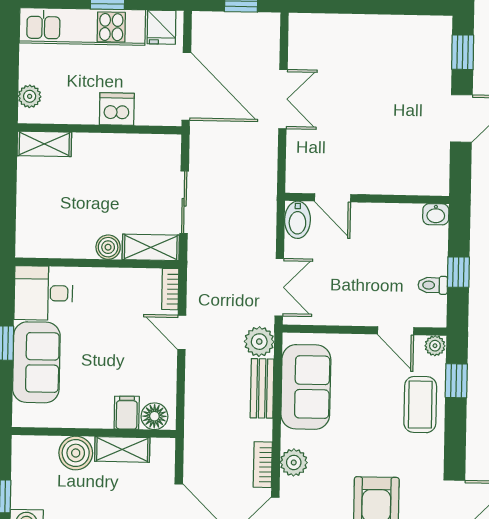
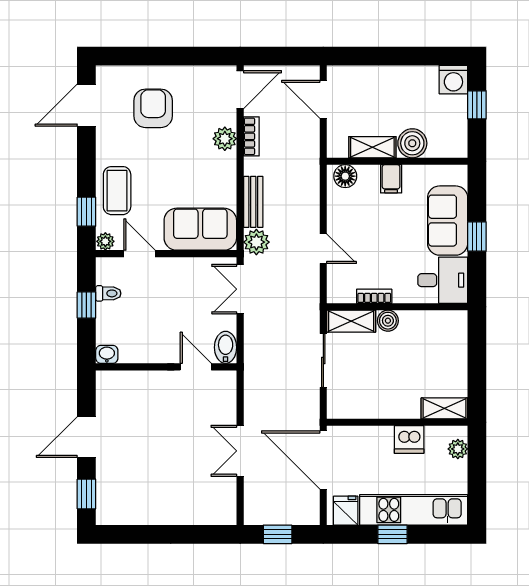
dishwasher: (117, 109) -> (409, 440), moved
bookcase: (170, 289) -> (374, 296), moved, turned -90
sofa: (306, 387) -> (200, 229), moved, turned 90
filing cabinet: (127, 413) -> (391, 179), moved

